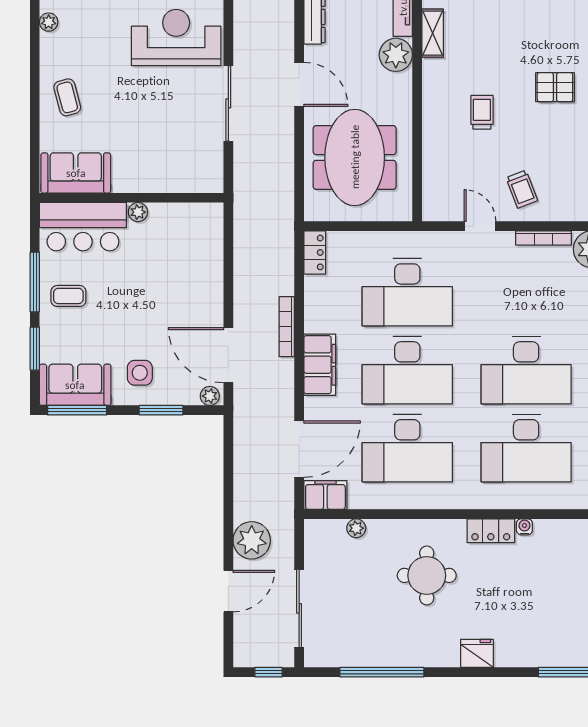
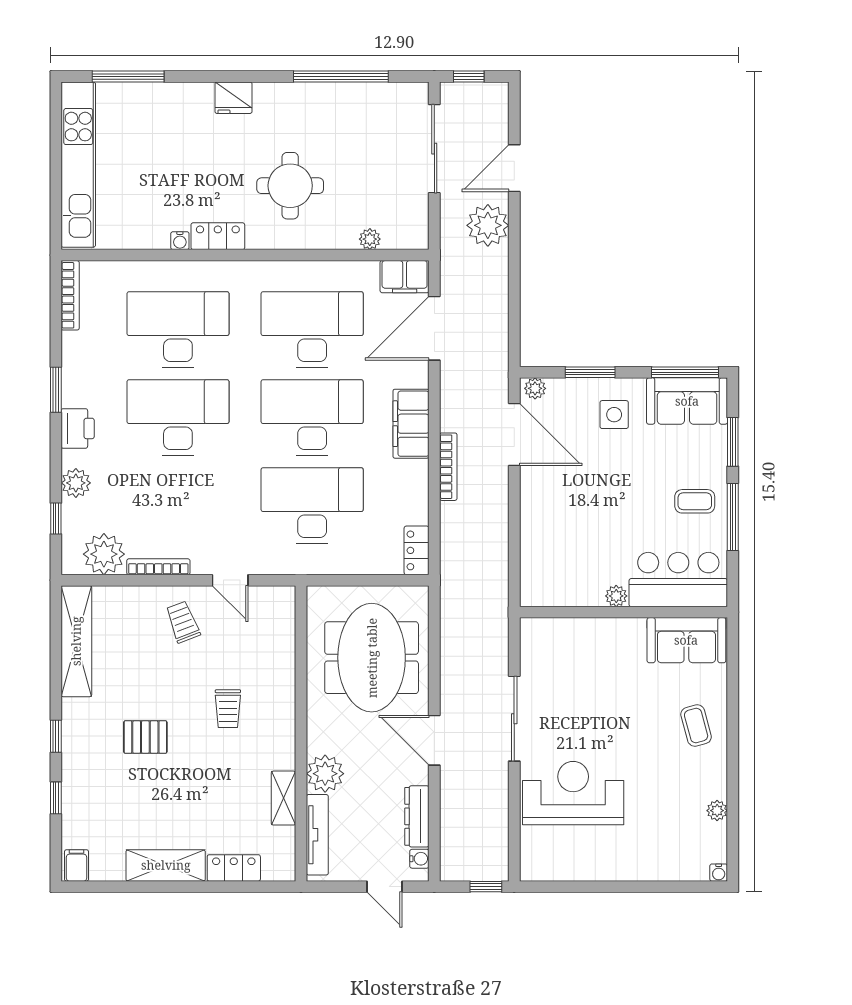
reception desk: (176, 38) -> (573, 793), turned 180

